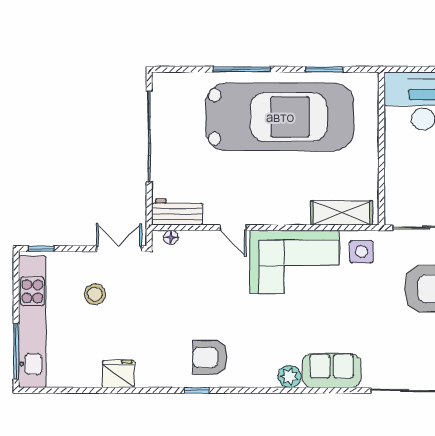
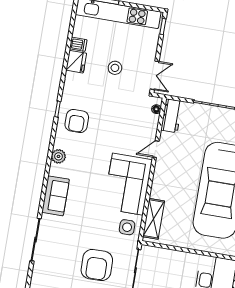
stool: (95, 294) -> (115, 68), moved
armchair: (210, 357) -> (77, 121), turned 180
dishwasher: (91, 375) -> (78, 44), added
plant: (289, 377) -> (58, 156), moved

